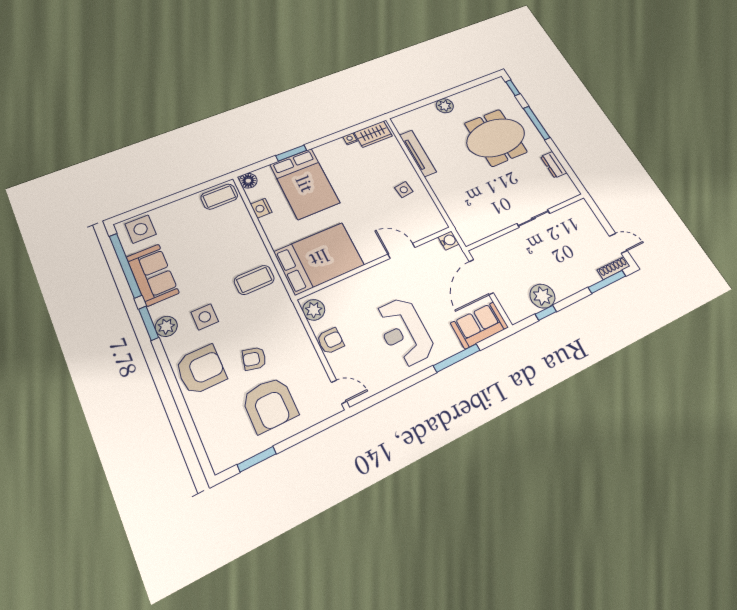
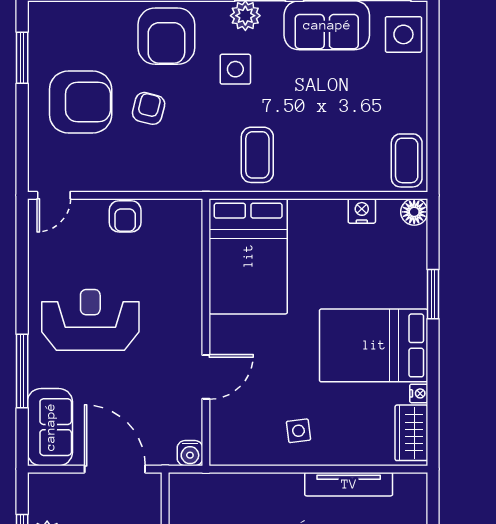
bed: (305, 184) -> (374, 345), moved
plant: (314, 310) -> (178, 214), removed
armchair: (270, 404) -> (81, 102), turned 180

